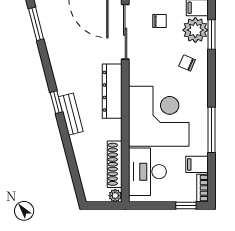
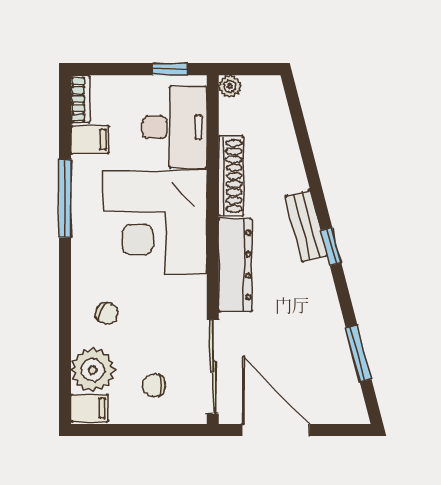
window: (36, 24) -> (359, 354), moved
window: (211, 34) -> (65, 362), removed
shoe rack: (115, 164) -> (231, 176), moved
window: (186, 205) -> (170, 69), moved

